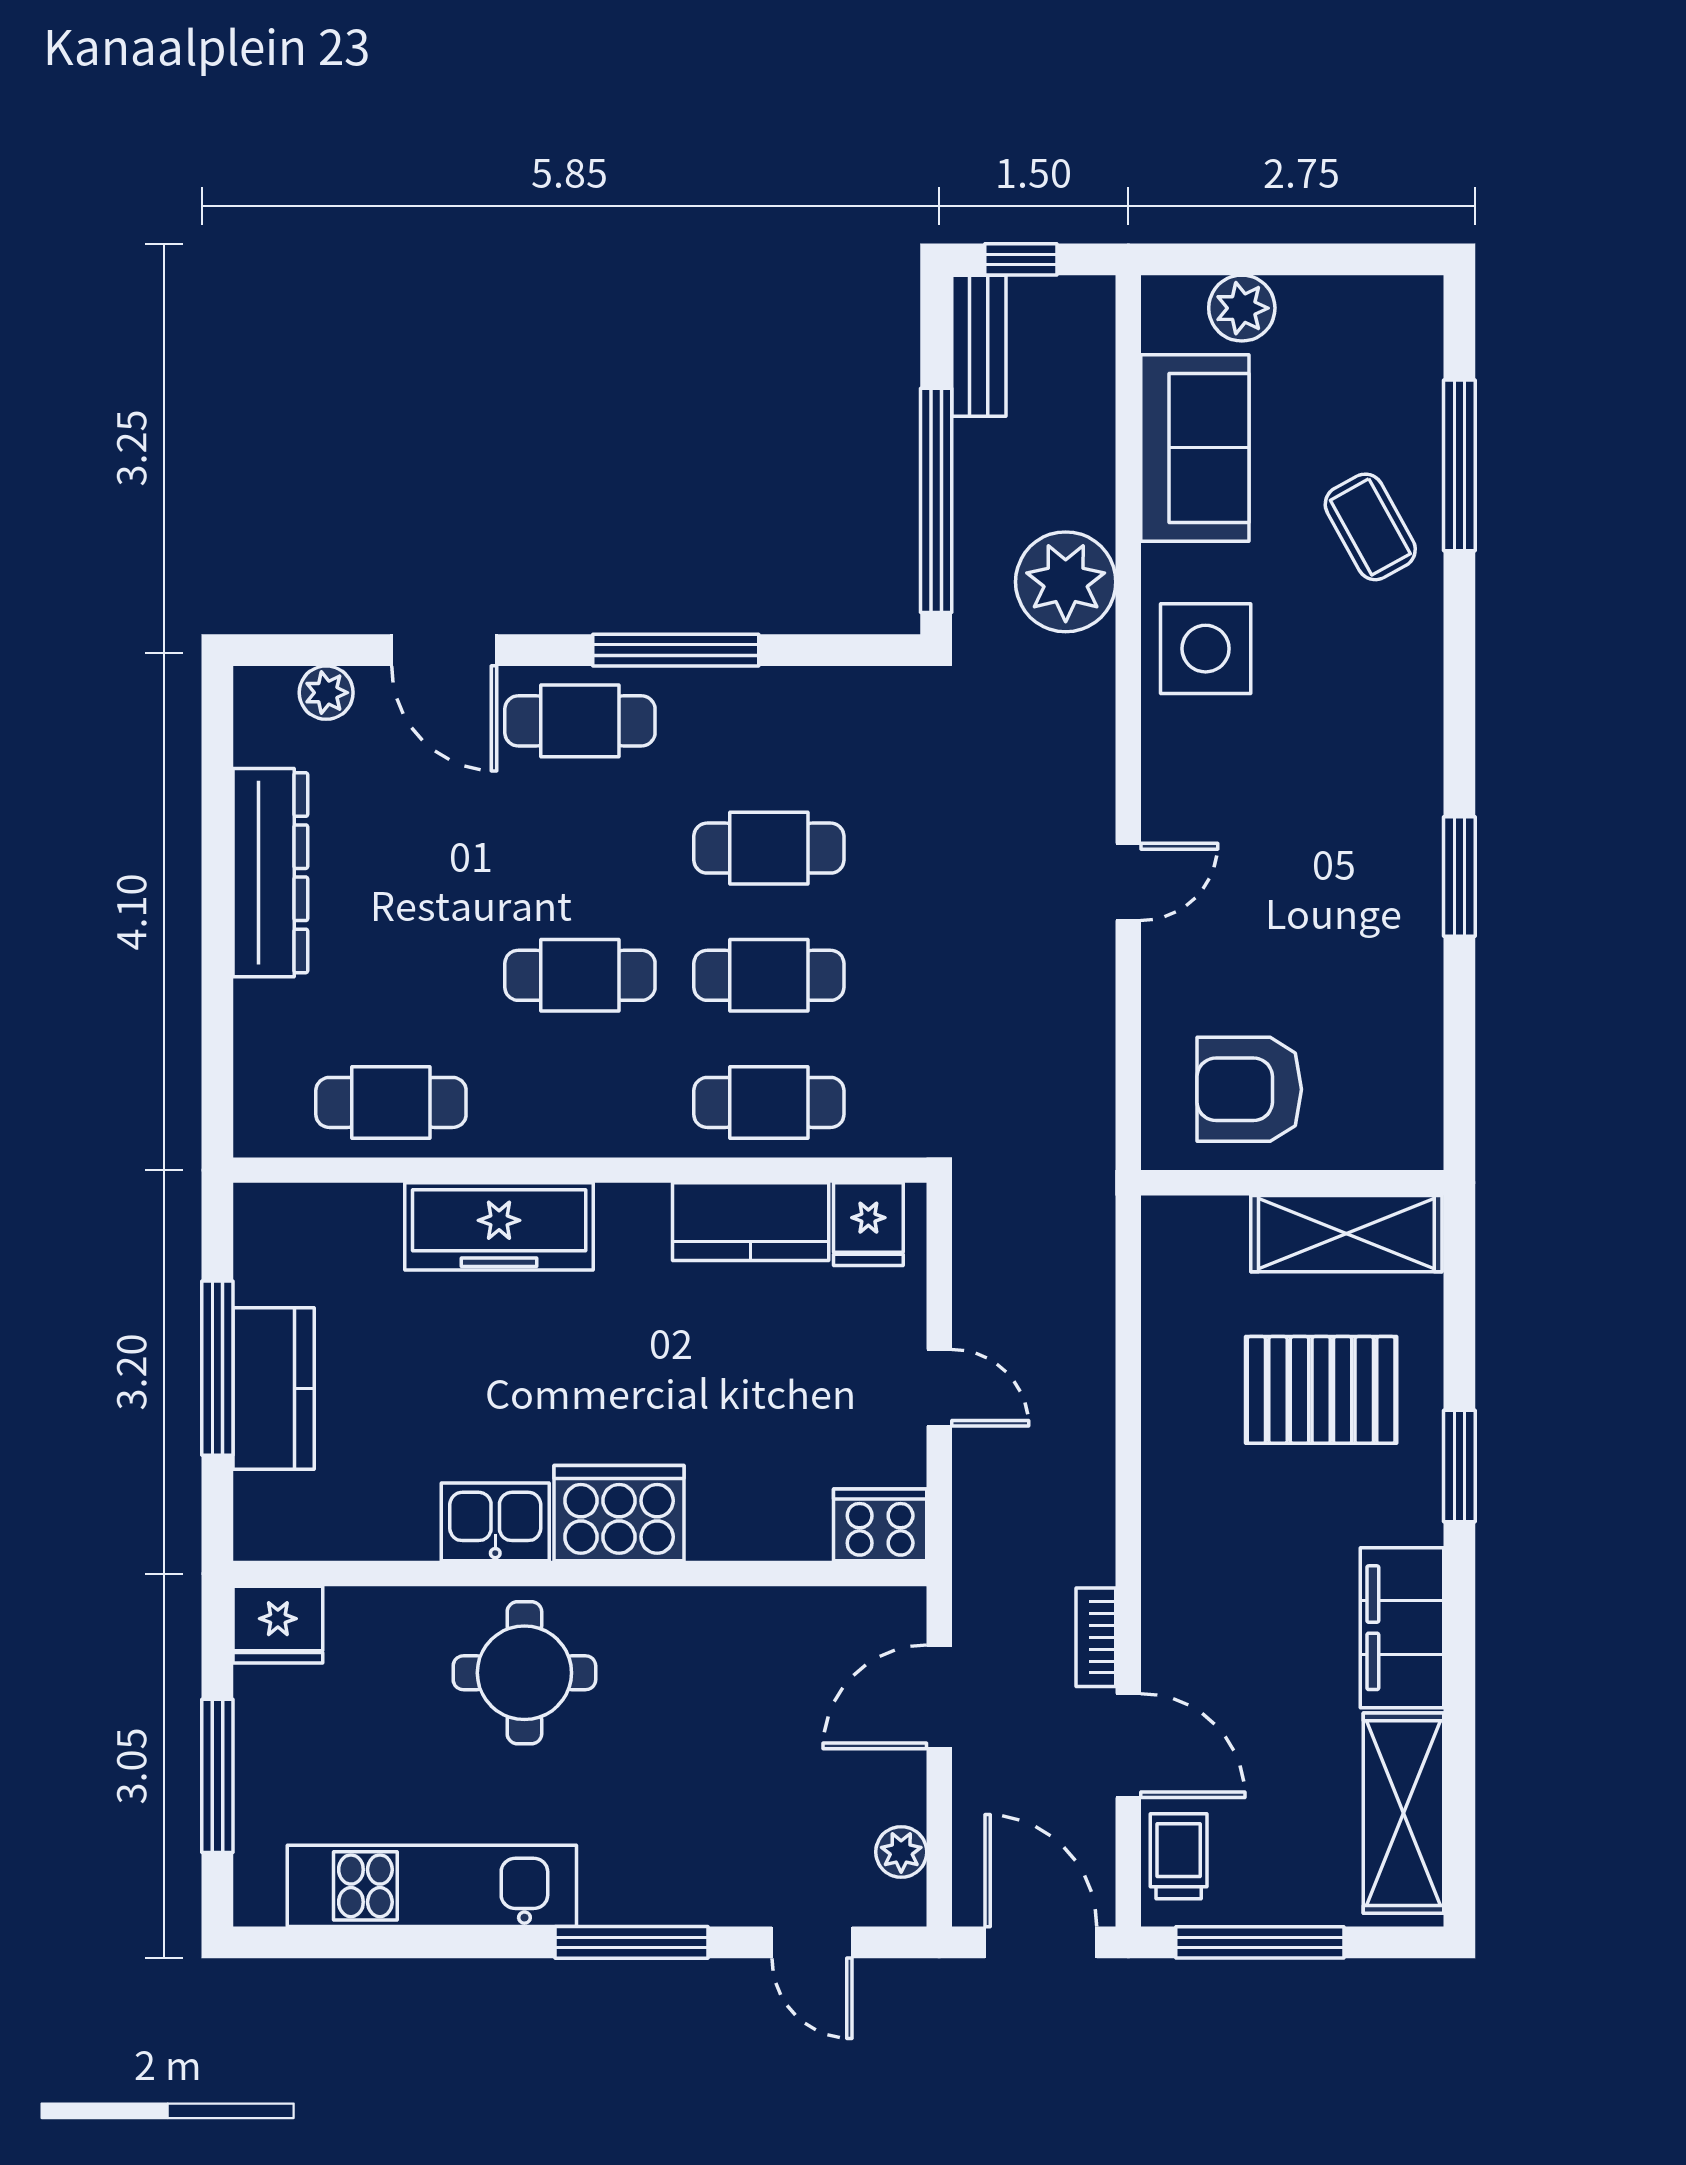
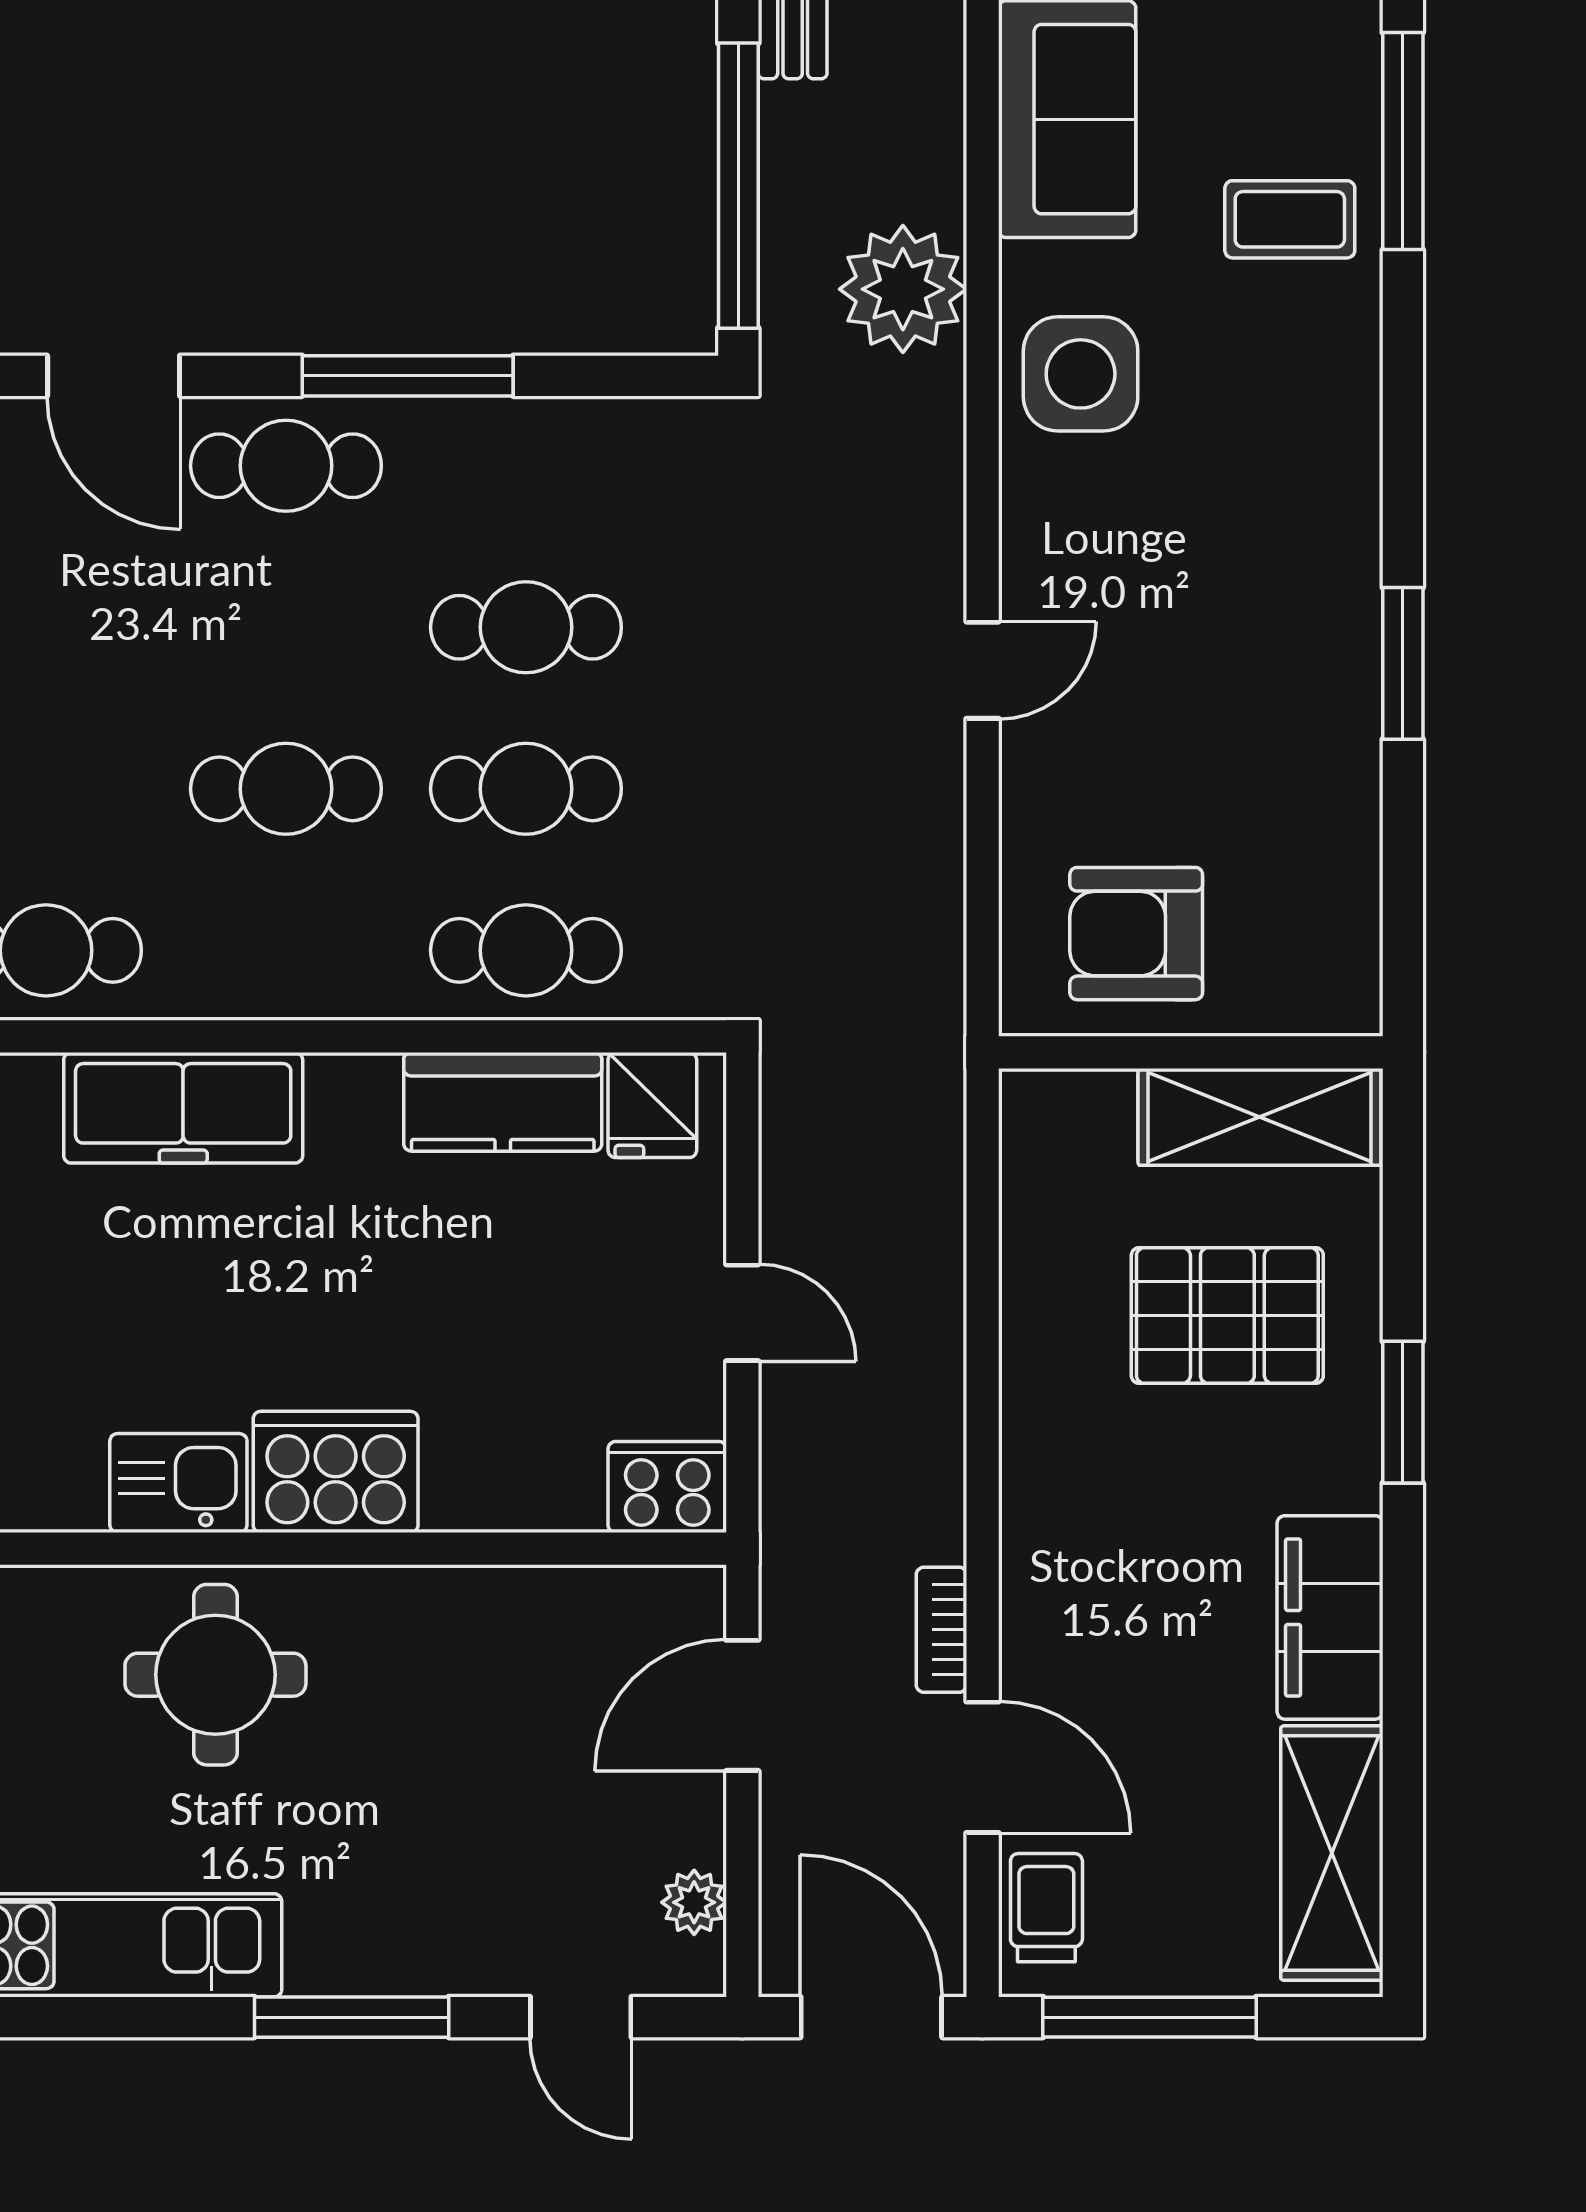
coffee table: (1370, 527) -> (1290, 219), turned -61

